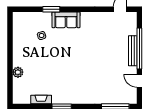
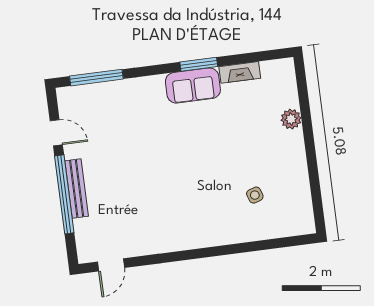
window: (51, 9) -> (243, 248), removed
sofa: (66, 20) -> (193, 86), moved, turned 180

